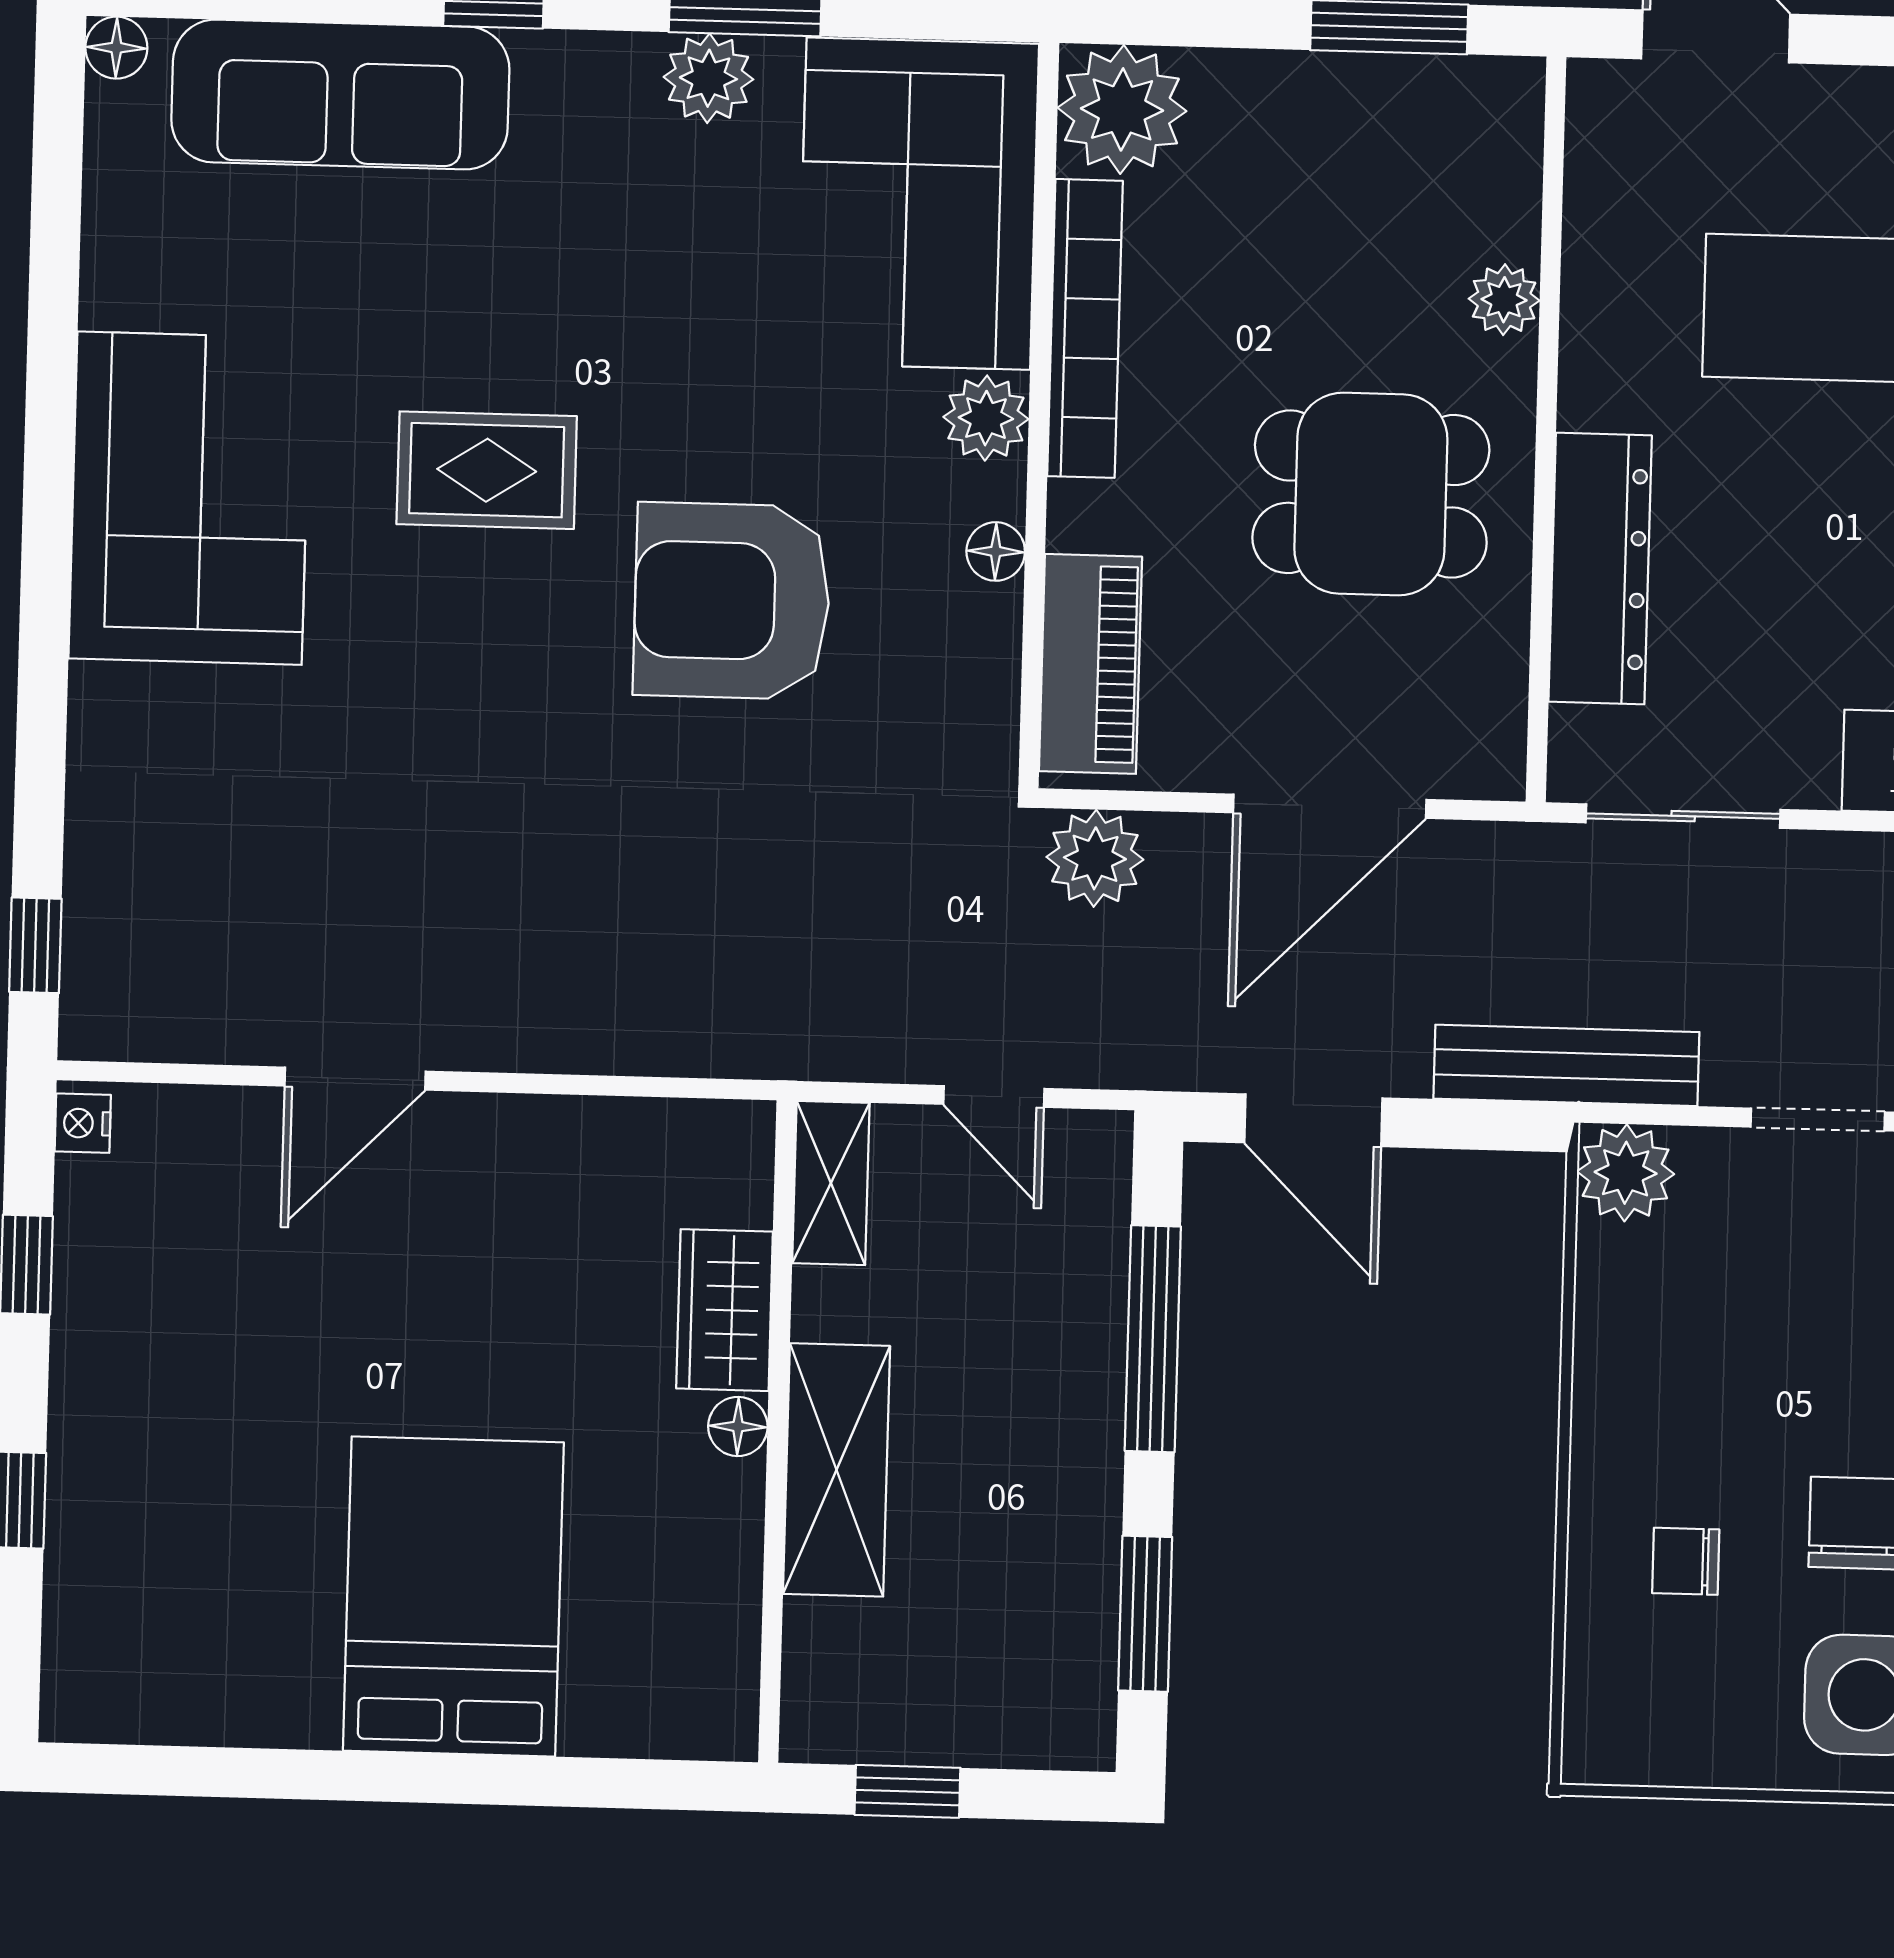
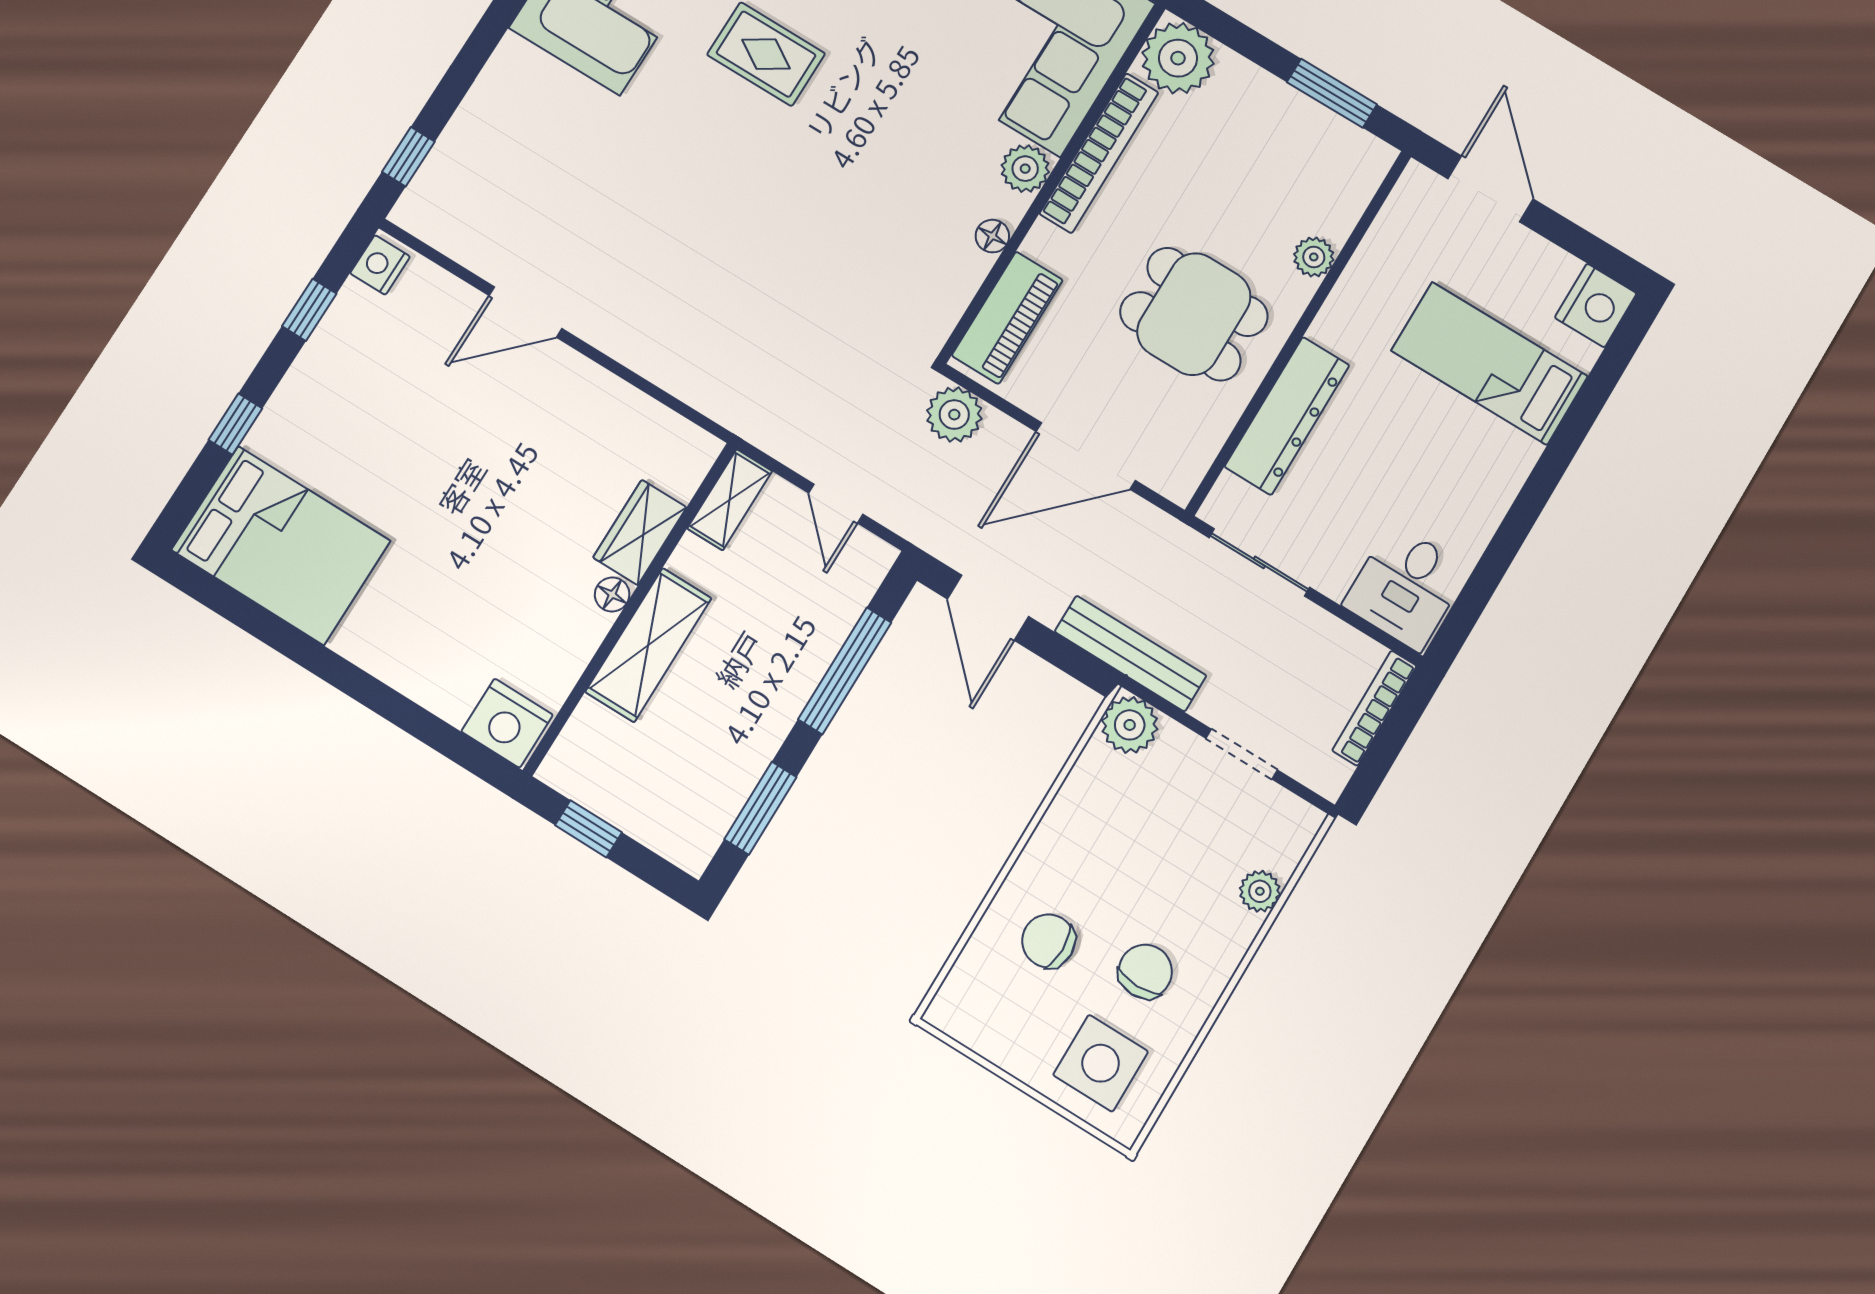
armchair: (732, 601) -> (849, 186), removed
nightstand: (83, 1123) -> (380, 265), width x1.39, depth x1.35
chair: (1686, 1561) -> (1048, 941), width x1.37, depth x1.37
bed: (453, 1596) -> (281, 545), moved, turned 90
nightstand: (694, 1707) -> (507, 723), added

